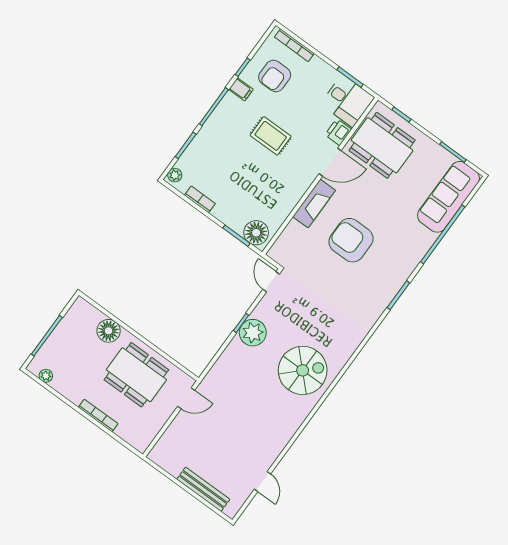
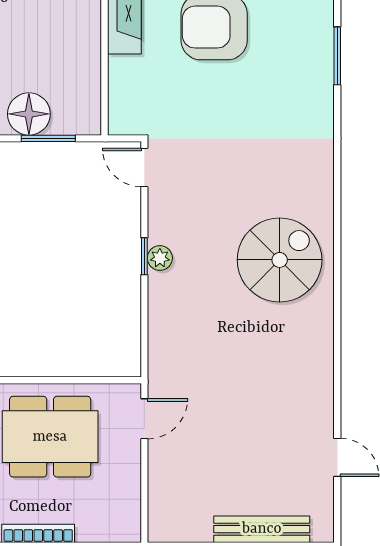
floor lamp: (256, 233) -> (29, 114), moved
plant: (253, 333) -> (160, 258), width x0.53, depth x0.53

